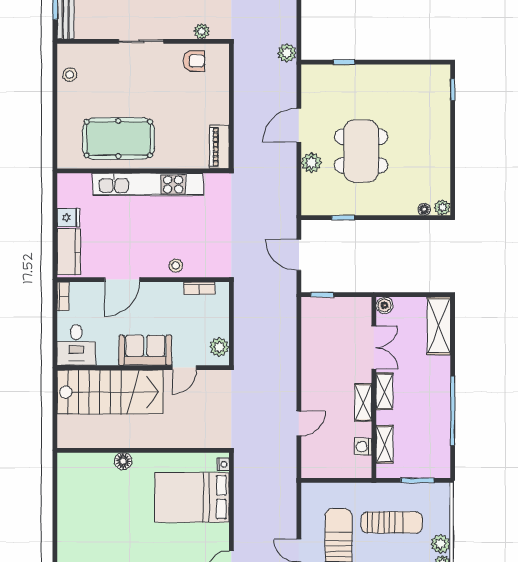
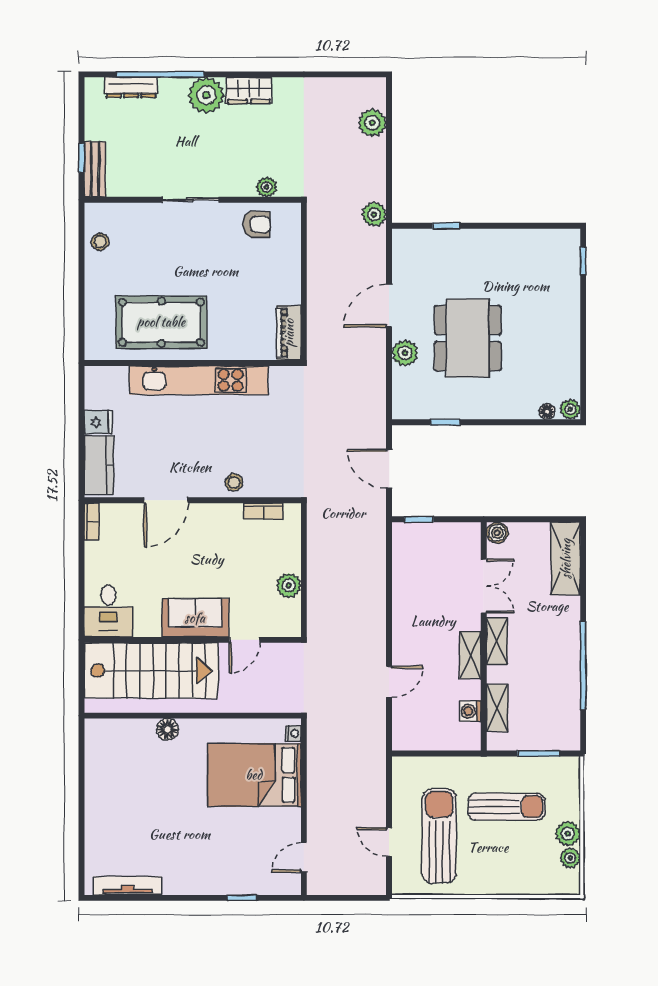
desk: (76, 345) -> (108, 611), moved
sofa: (145, 350) -> (195, 618), moved
wall: (143, 368) -> (193, 640), moved
door: (184, 368) -> (245, 640), moved
stairs: (110, 392) -> (151, 671), moved

